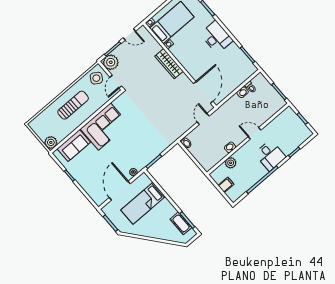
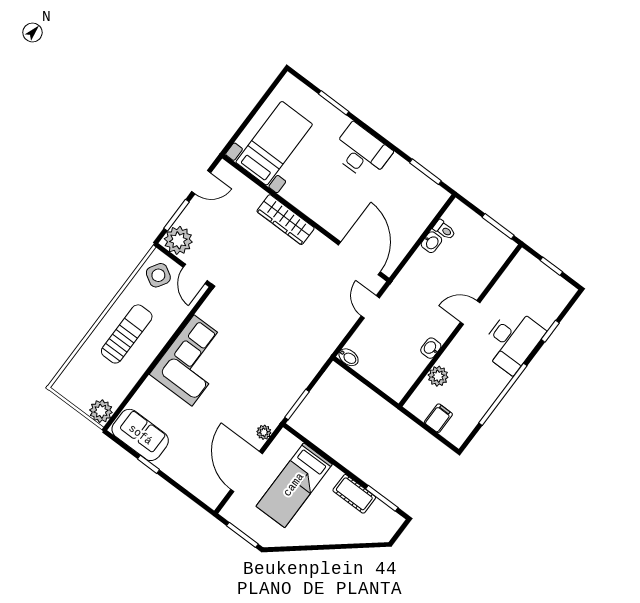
sofa: (74, 146) -> (140, 435), moved, turned -90
desk: (270, 155) -> (512, 340), width x1.37
cot: (181, 223) -> (354, 494), moved

